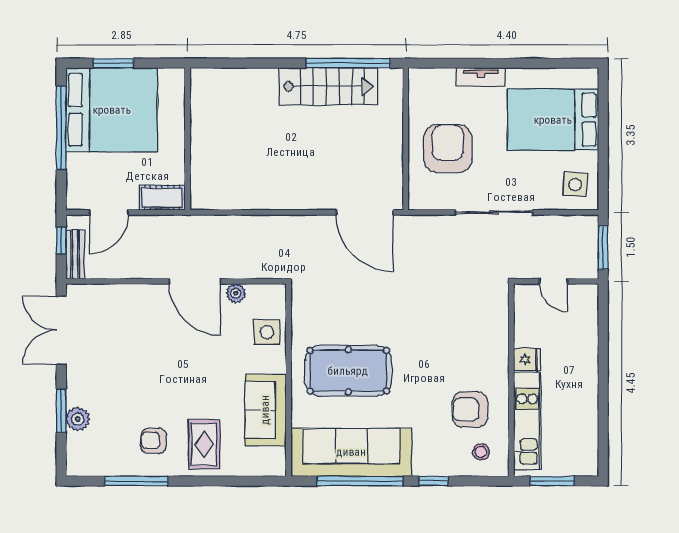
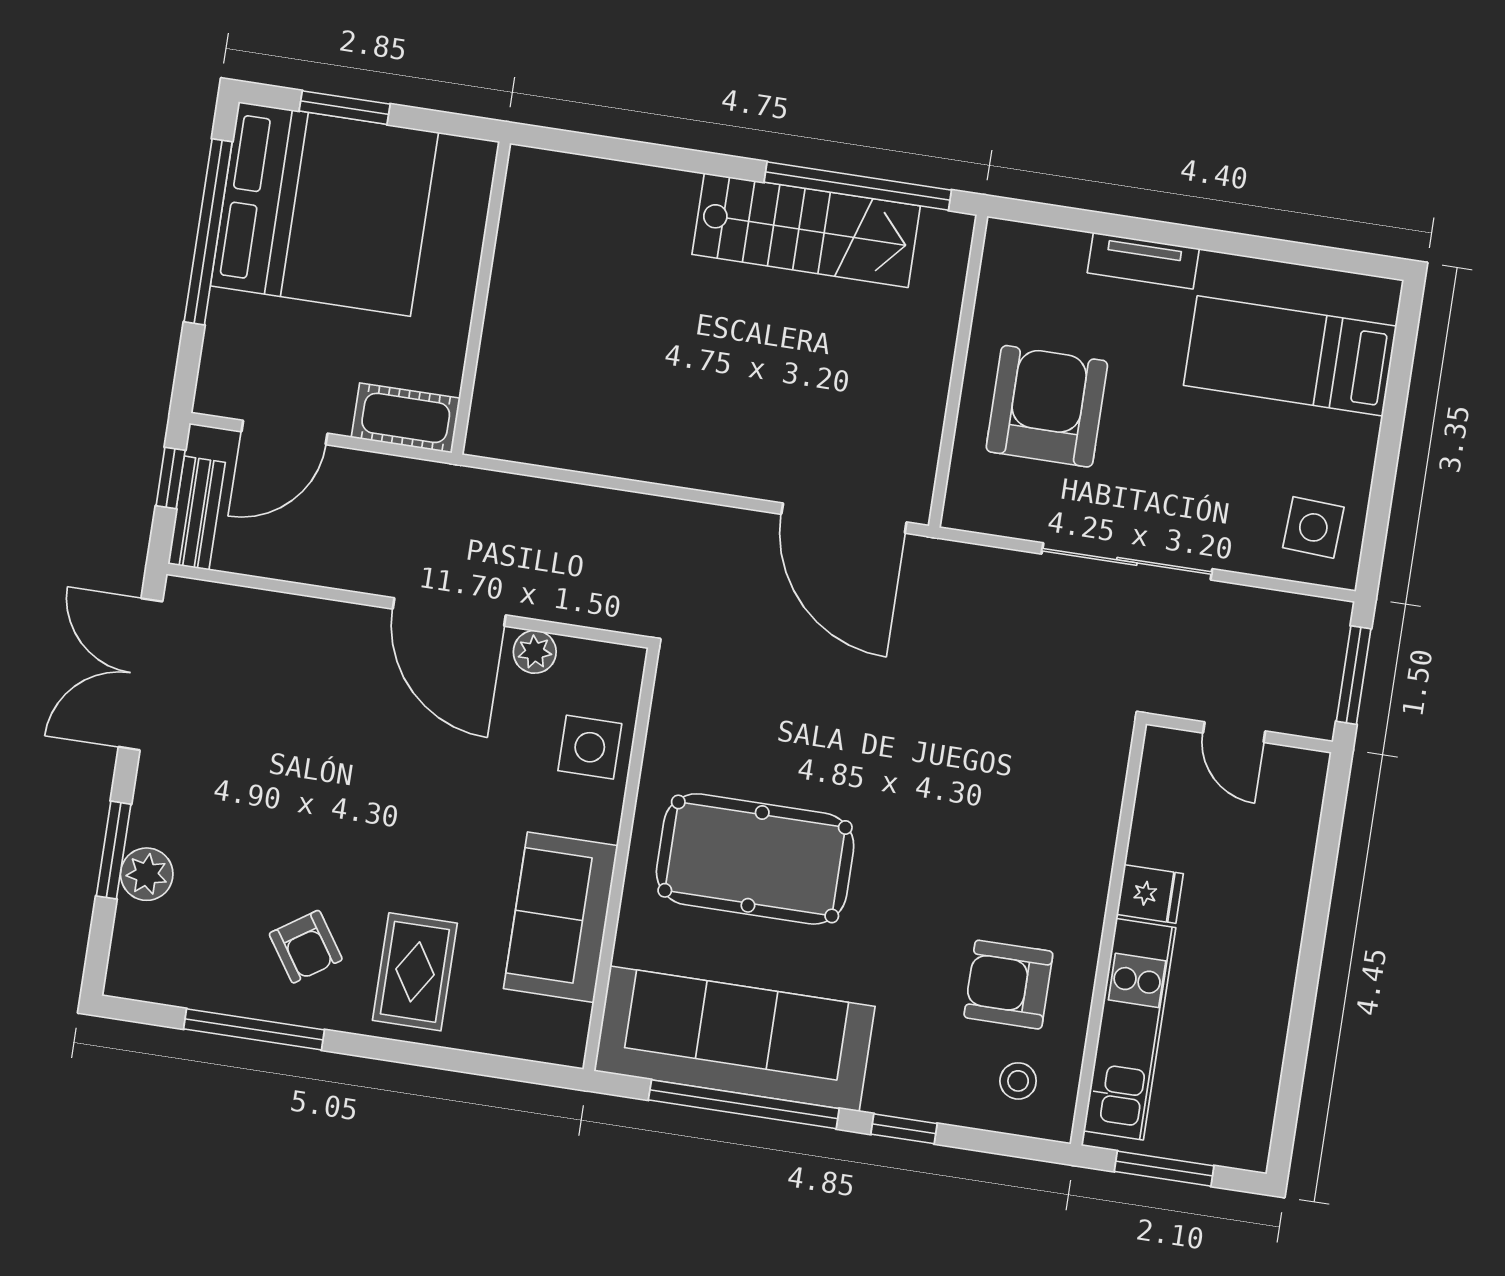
bed: (553, 120) -> (1290, 356), width x0.67
armchair: (154, 441) -> (306, 947), turned -125

